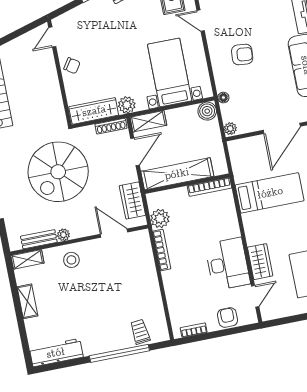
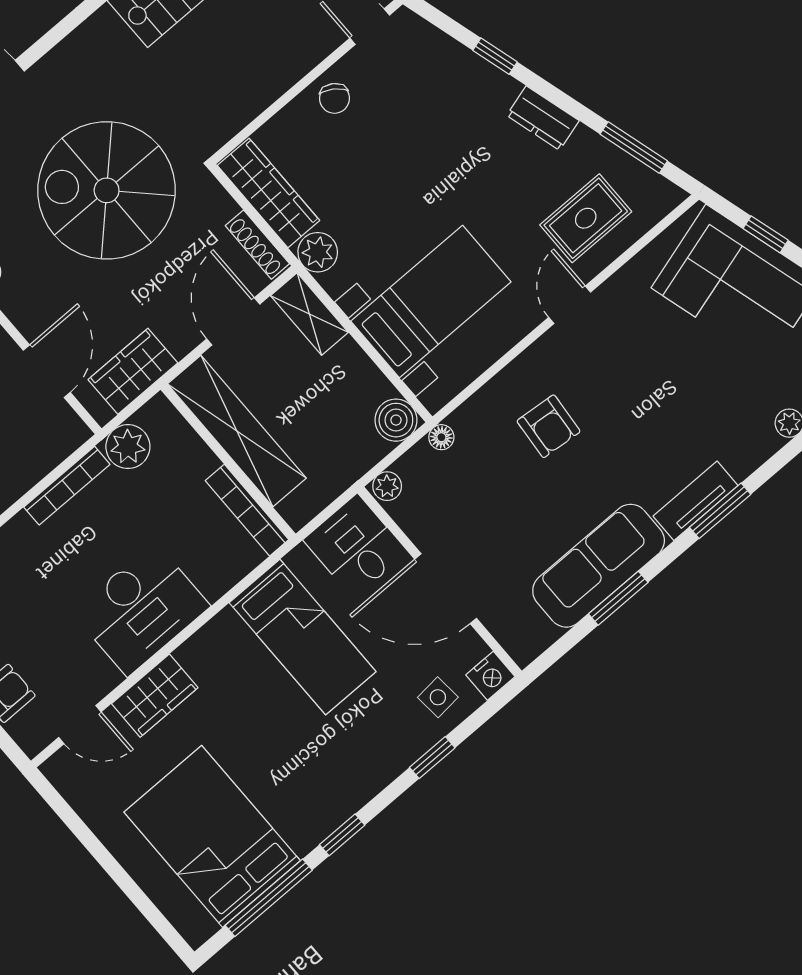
door: (135, 152) -> (233, 321), swing flipped
desk: (246, 153) -> (355, 546), added
desk: (228, 264) -> (141, 609), moved

